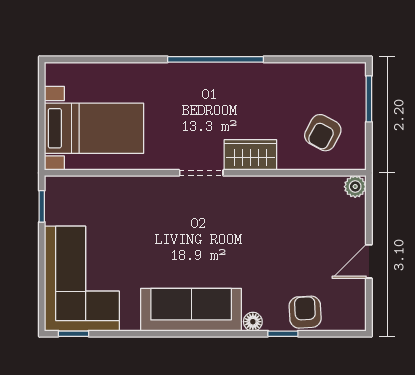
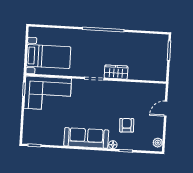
armchair: (323, 133) -> (148, 64), removed
plant: (355, 187) -> (158, 143), moved
door: (369, 261) -> (166, 109), moved
corner sofa: (82, 279) -> (48, 93), moved, turned 90
armchair: (305, 312) -> (127, 125), moved

